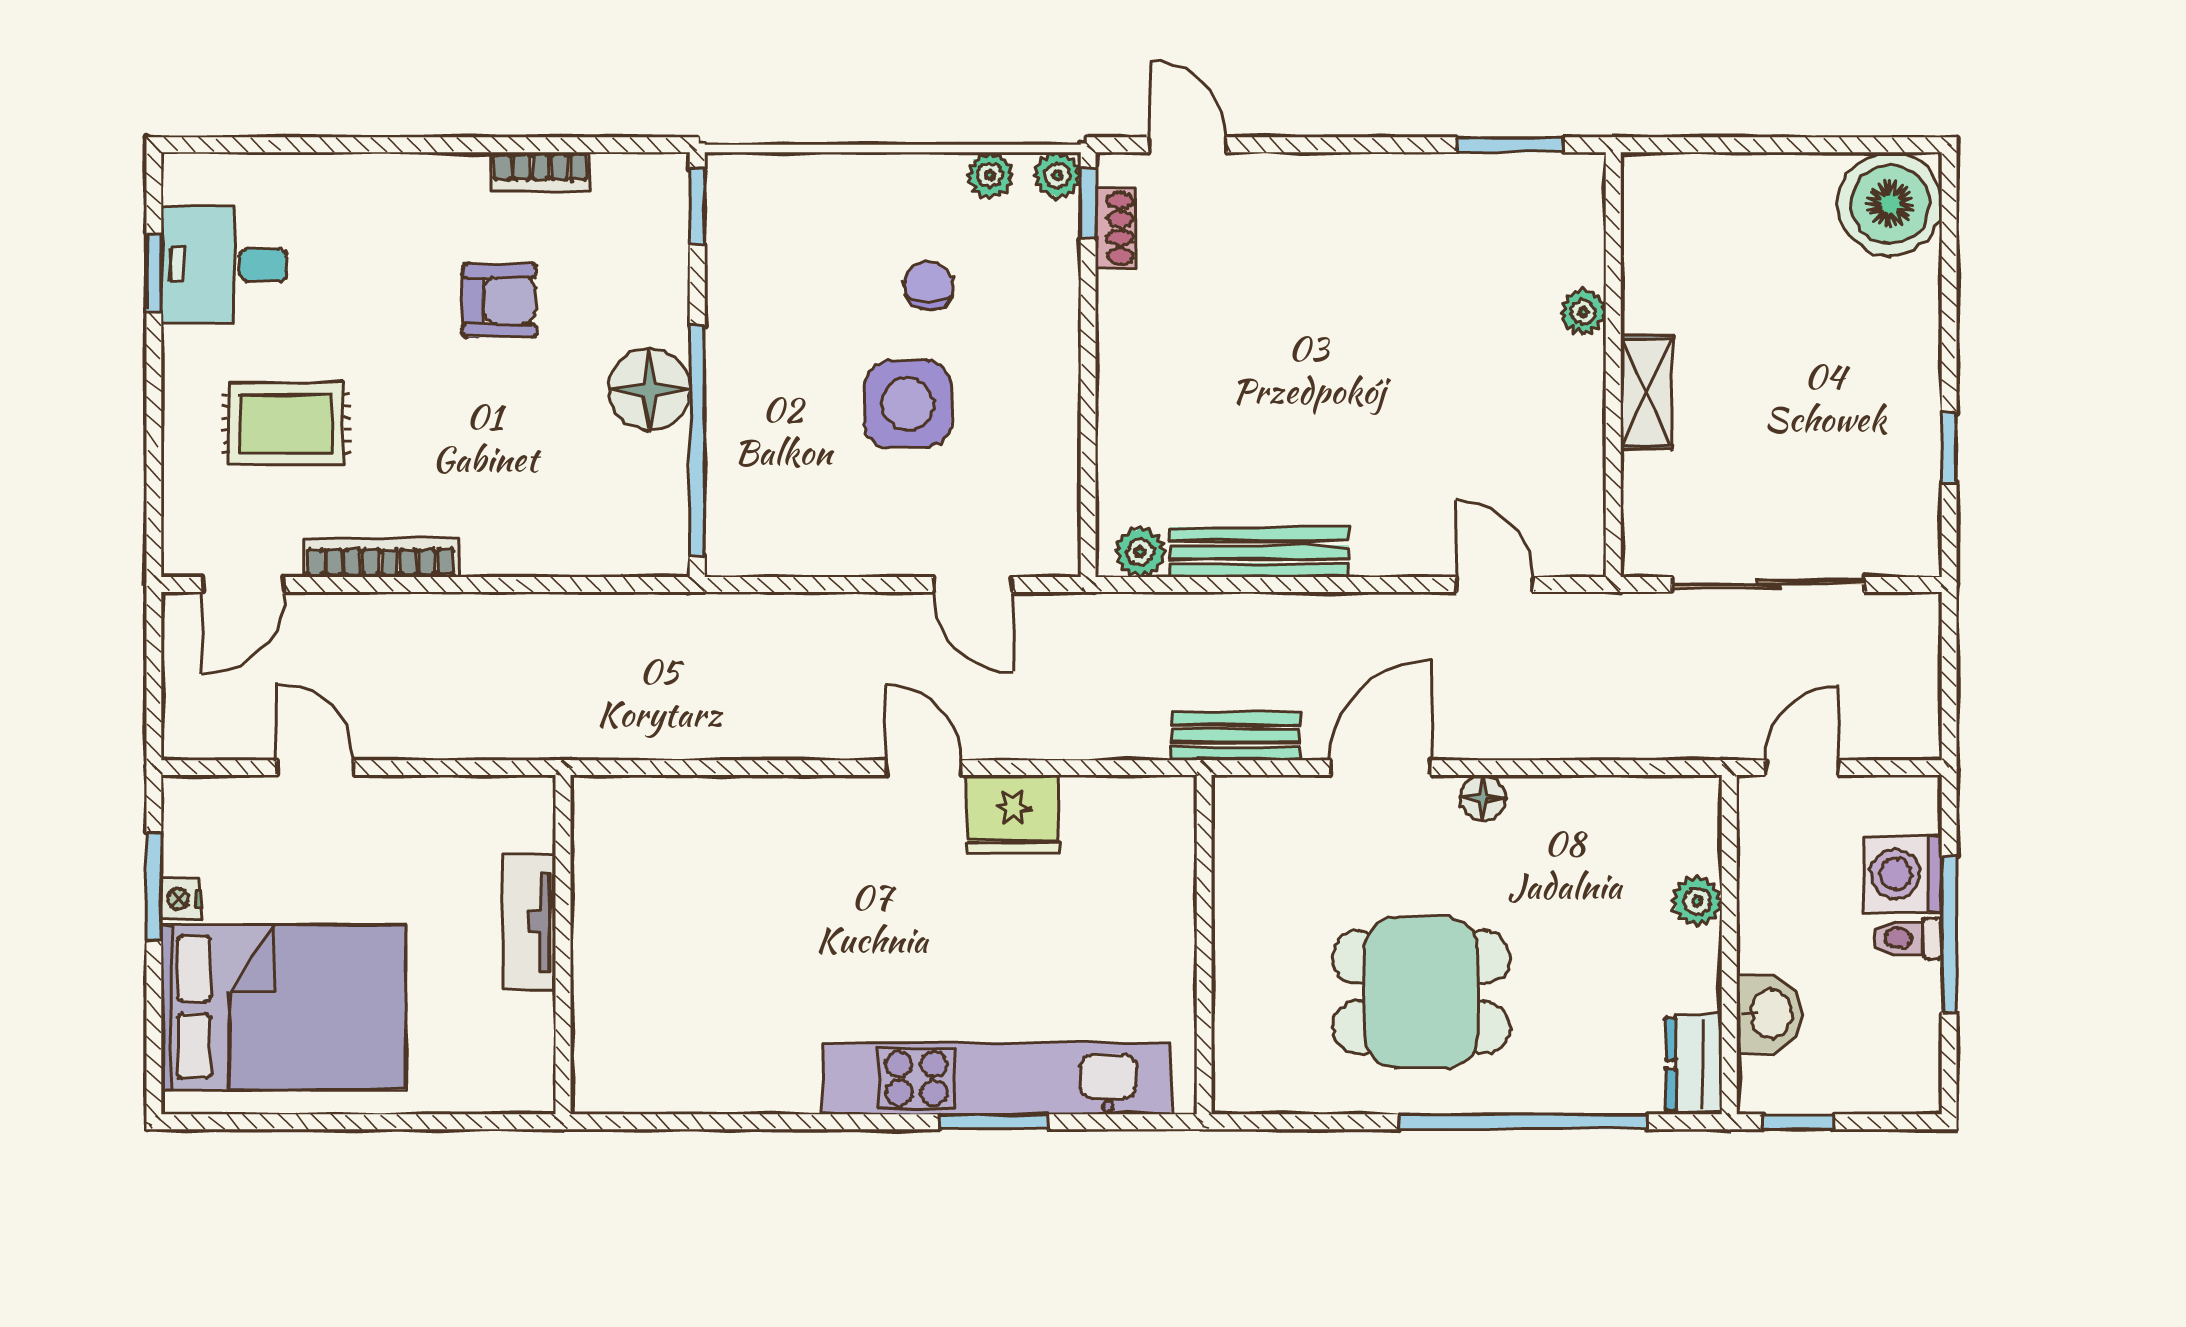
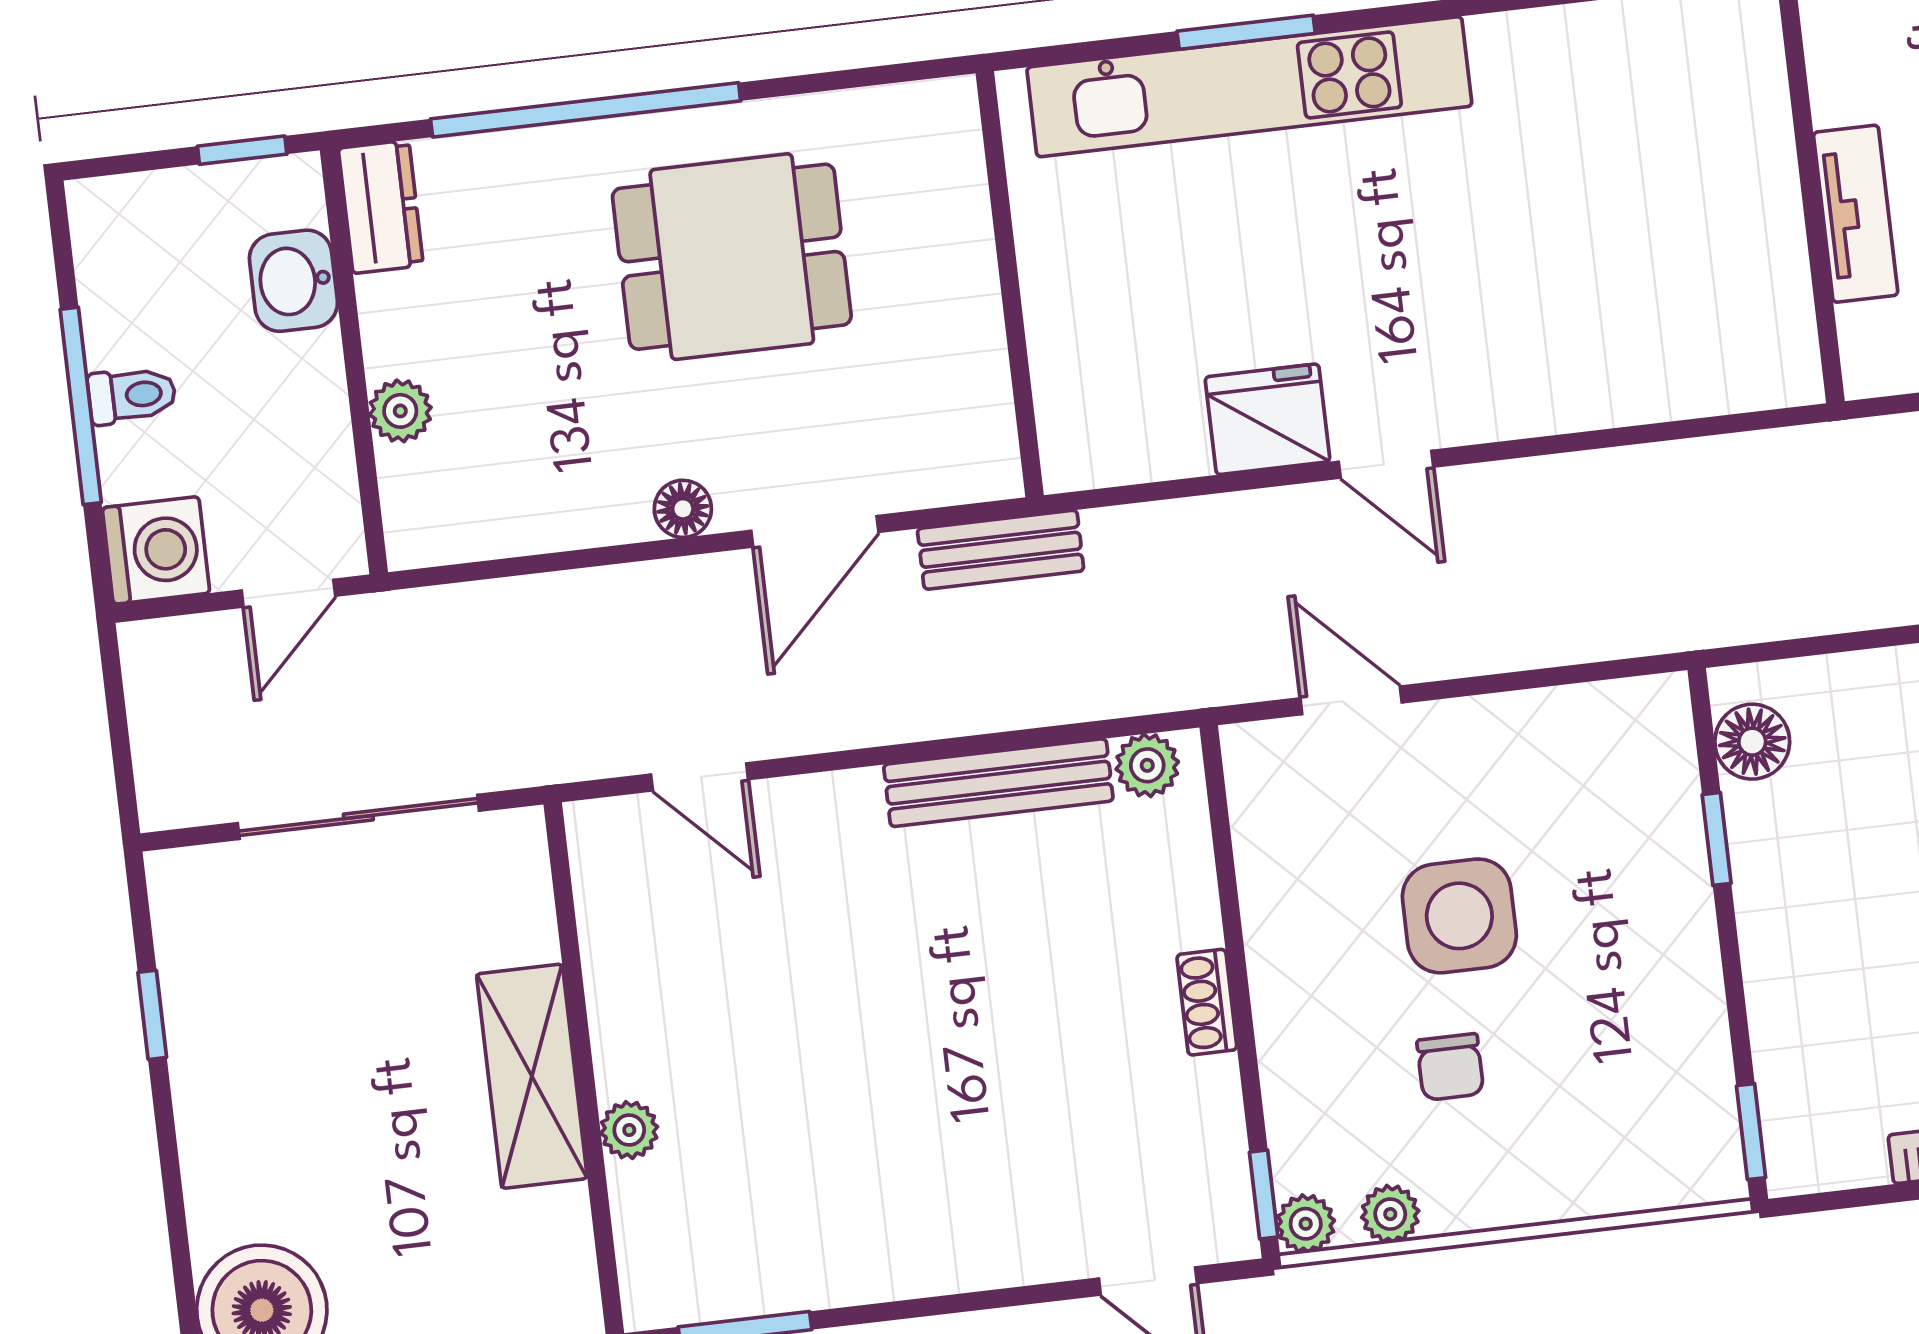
shoe rack: (1115, 228) -> (1207, 1002), moved
floor lamp: (649, 390) -> (1752, 742), moved, width x0.73, depth x0.73
shelving: (1646, 392) -> (532, 1076), width x1.50, depth x1.33
window: (697, 441) -> (1717, 839), width x0.32
washing machine: (1903, 874) -> (156, 550), moved

